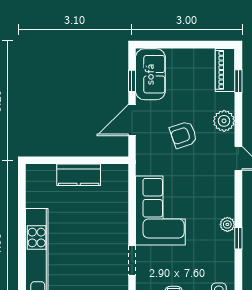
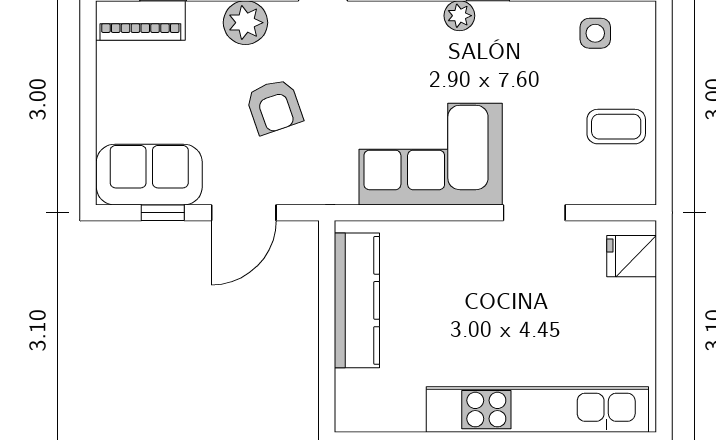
door: (132, 120) -> (244, 213), hinge flipped
kitchen counter: (79, 175) -> (357, 300), width x1.50

